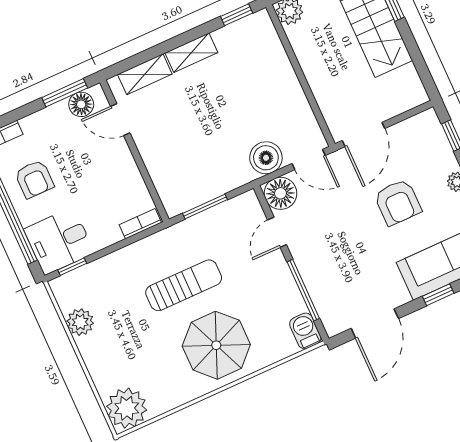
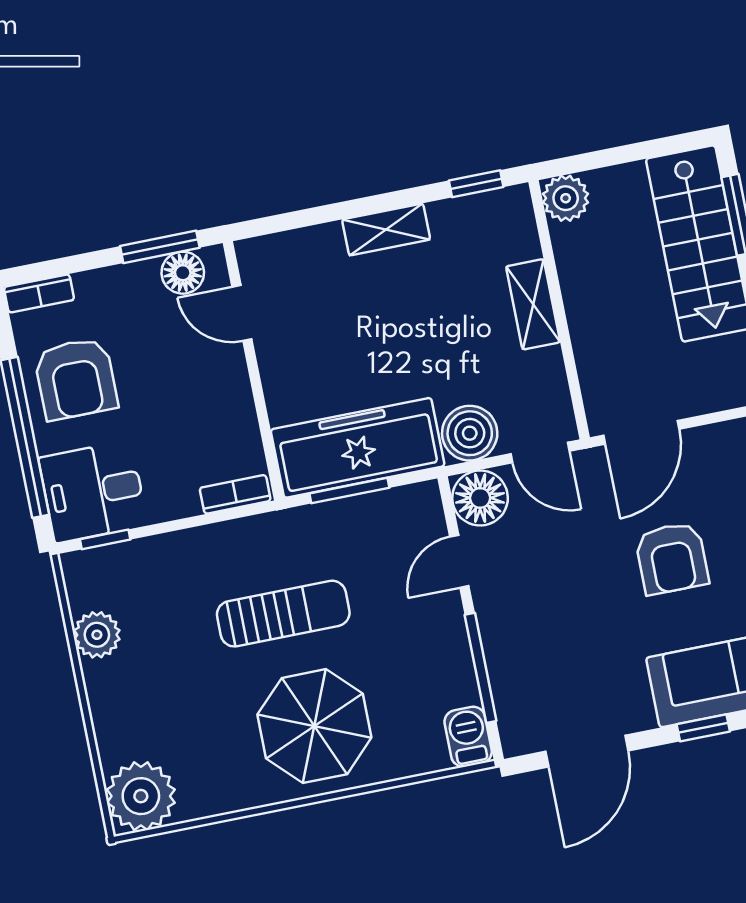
shelving: (145, 74) -> (533, 304), moved, turned 90
armchair: (34, 179) -> (76, 379), width x1.38, depth x1.38
freezer: (204, 181) -> (358, 448), added

